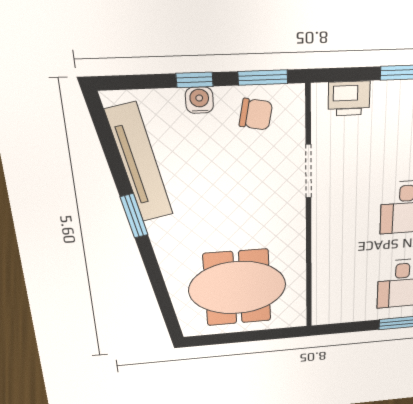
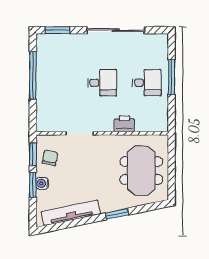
window: (195, 80) -> (33, 185), width x1.50
printer: (349, 98) -> (124, 124), moved, turned -90
window: (134, 216) -> (117, 214), moved

